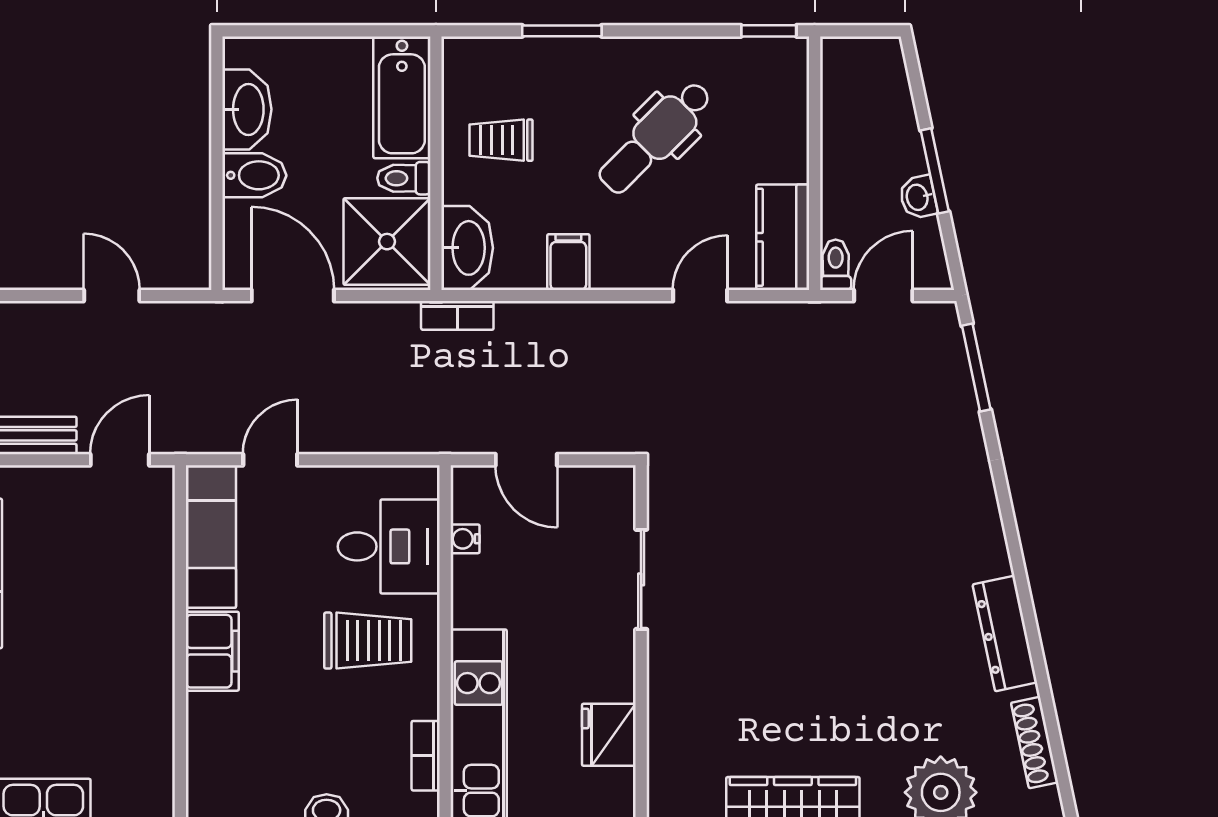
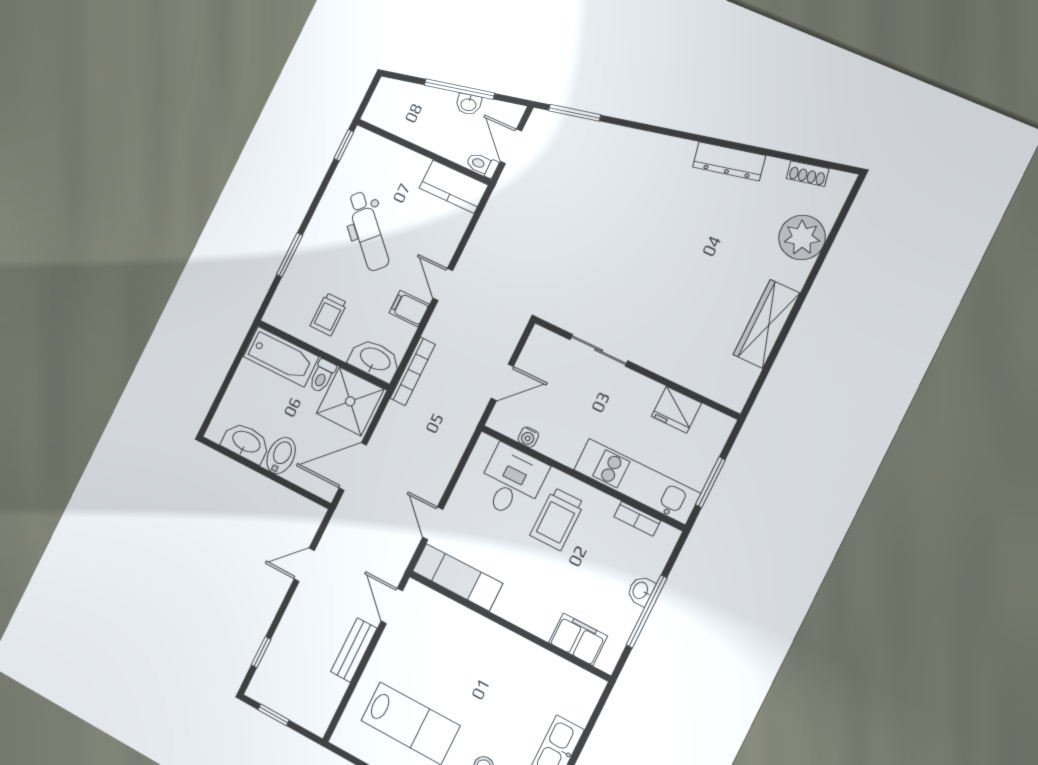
window: (935, 171) -> (459, 89), width x1.44
door: (700, 296) -> (443, 284), moved
bookcase: (457, 315) -> (413, 371), width x1.56
trolley: (368, 641) -> (557, 519), turned 180
filing cabinet: (212, 651) -> (578, 639), moved
shoe rack: (1035, 743) -> (808, 174), width x0.70

